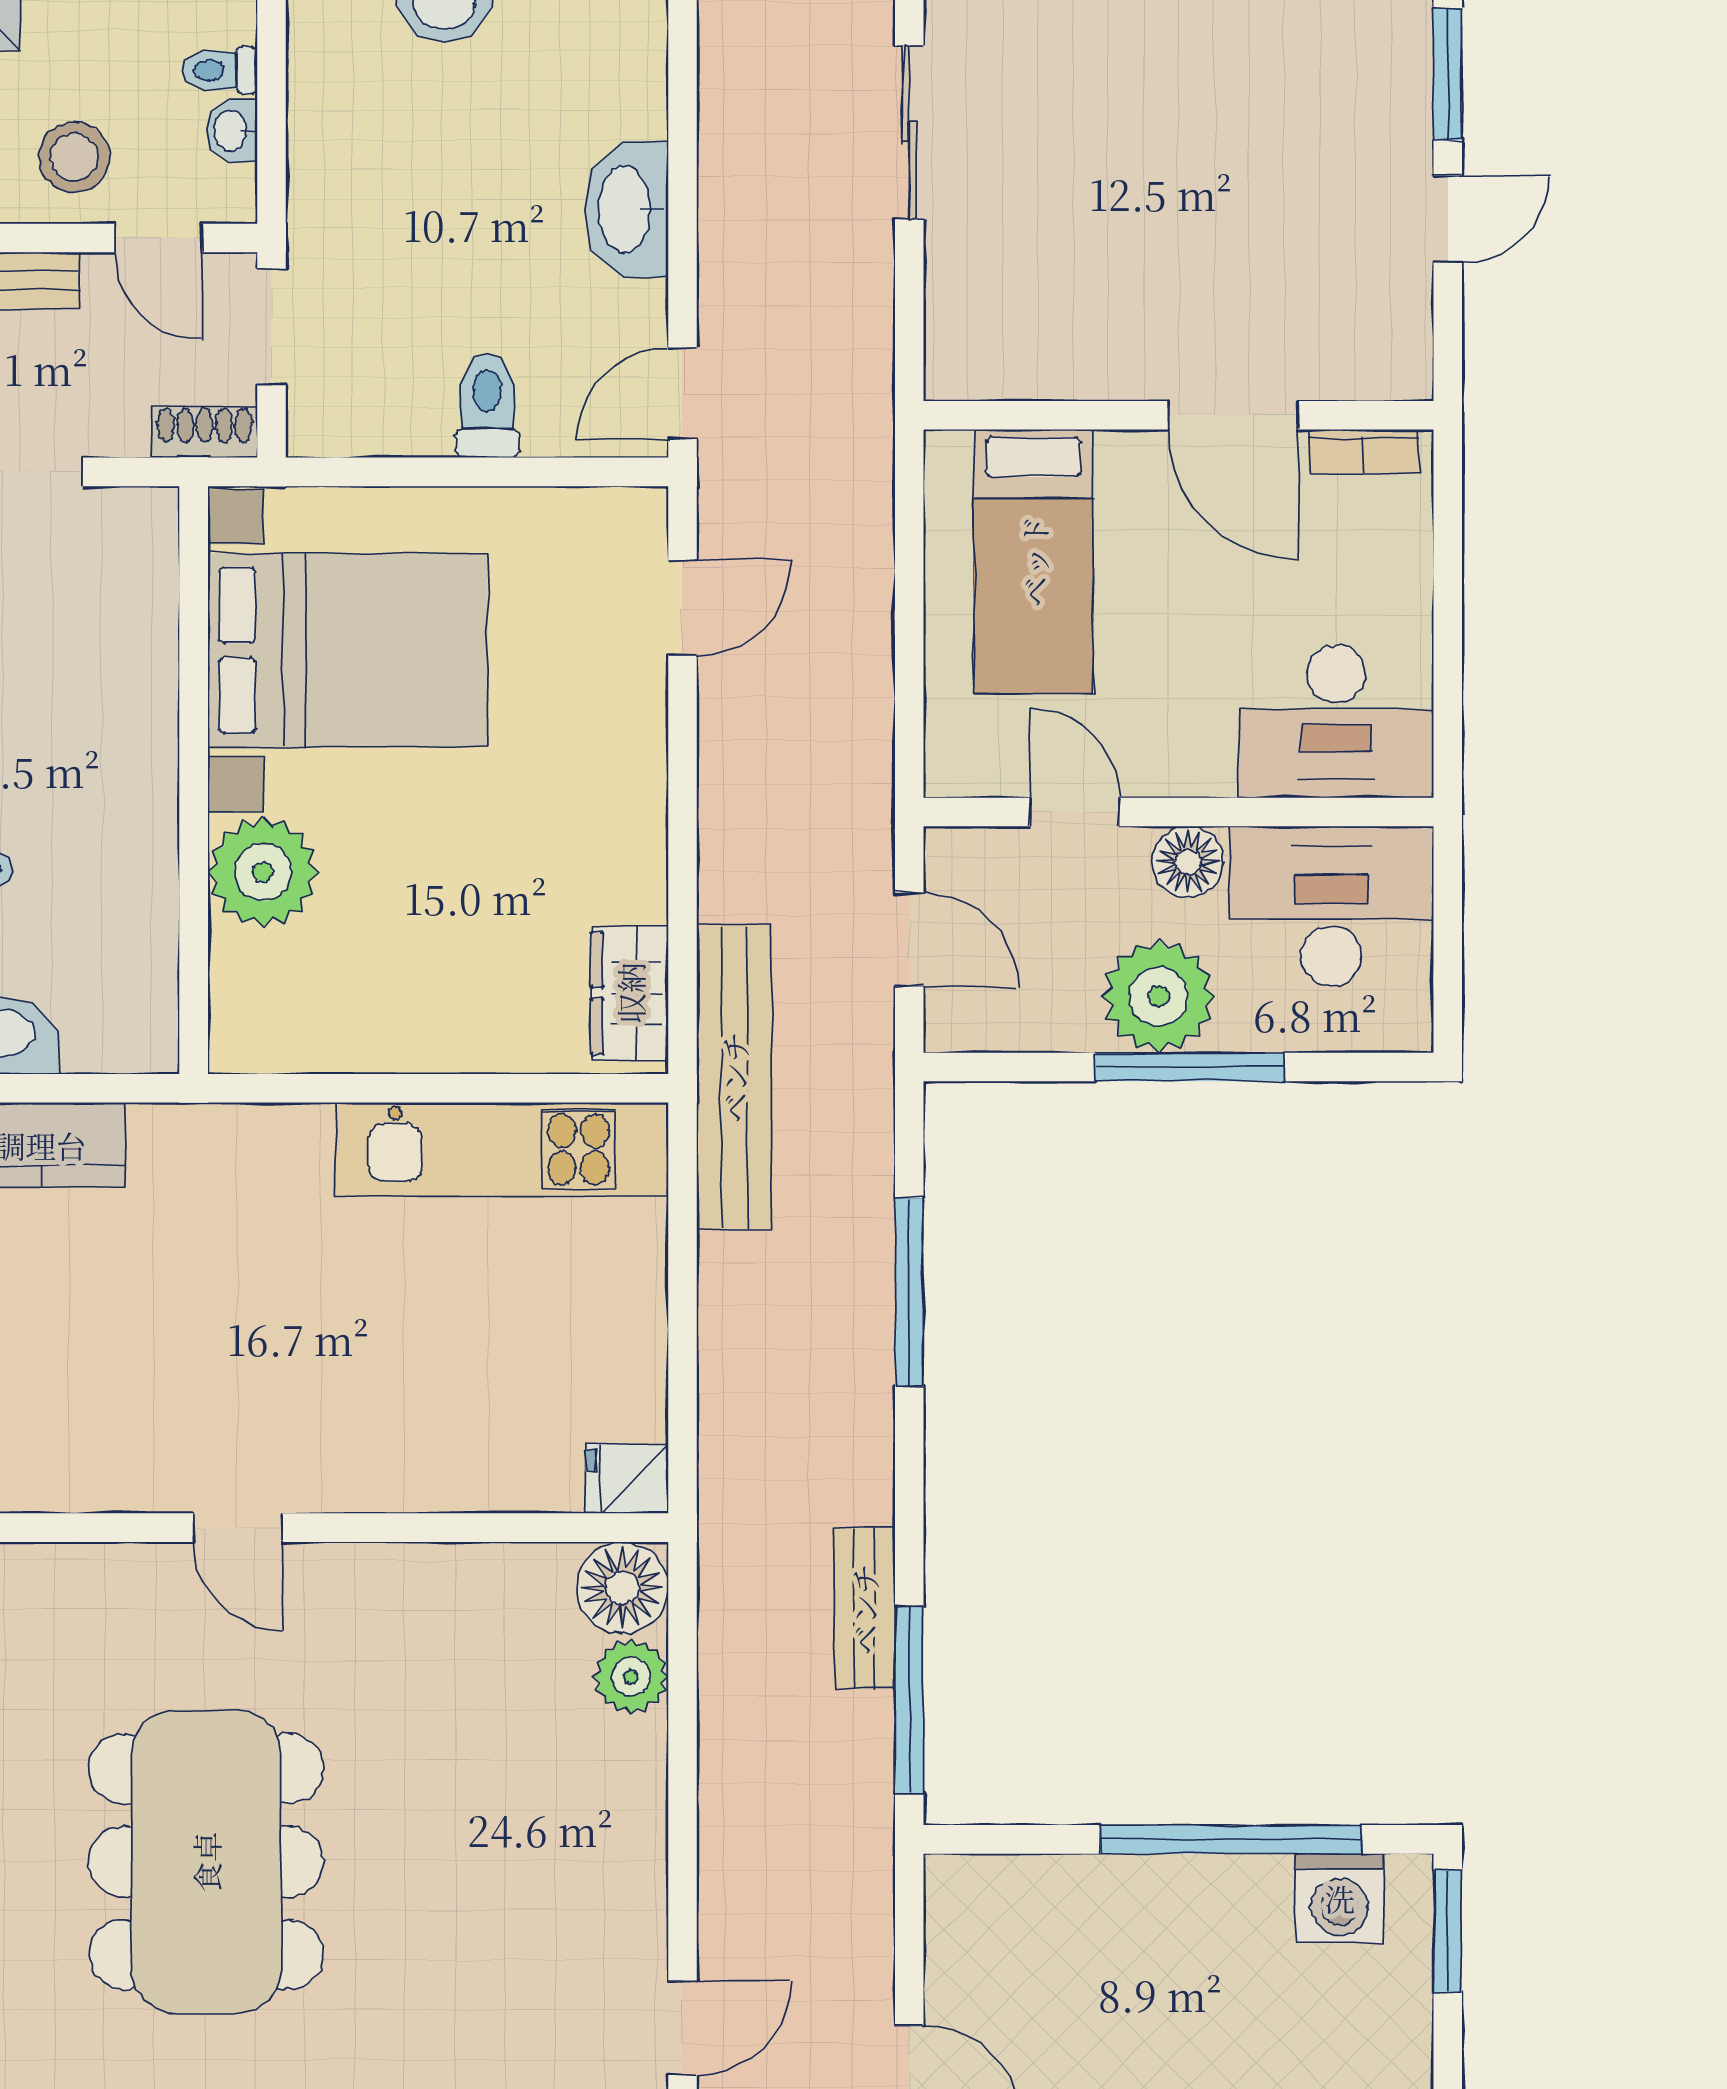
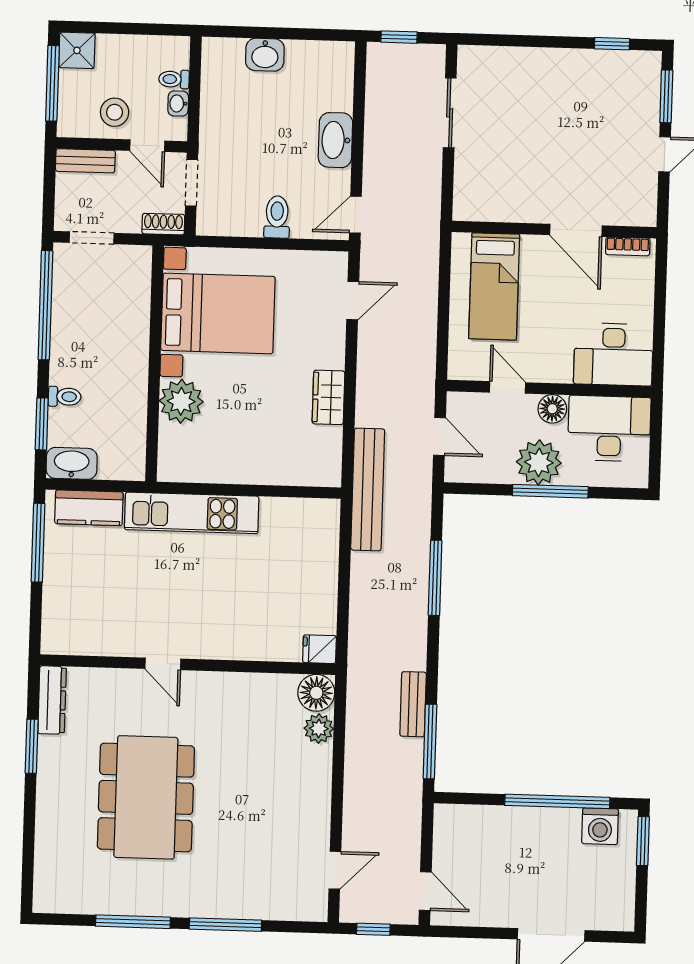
wardrobe: (630, 993) -> (328, 397), moved
kitchen unit: (502, 1149) -> (192, 513), moved

